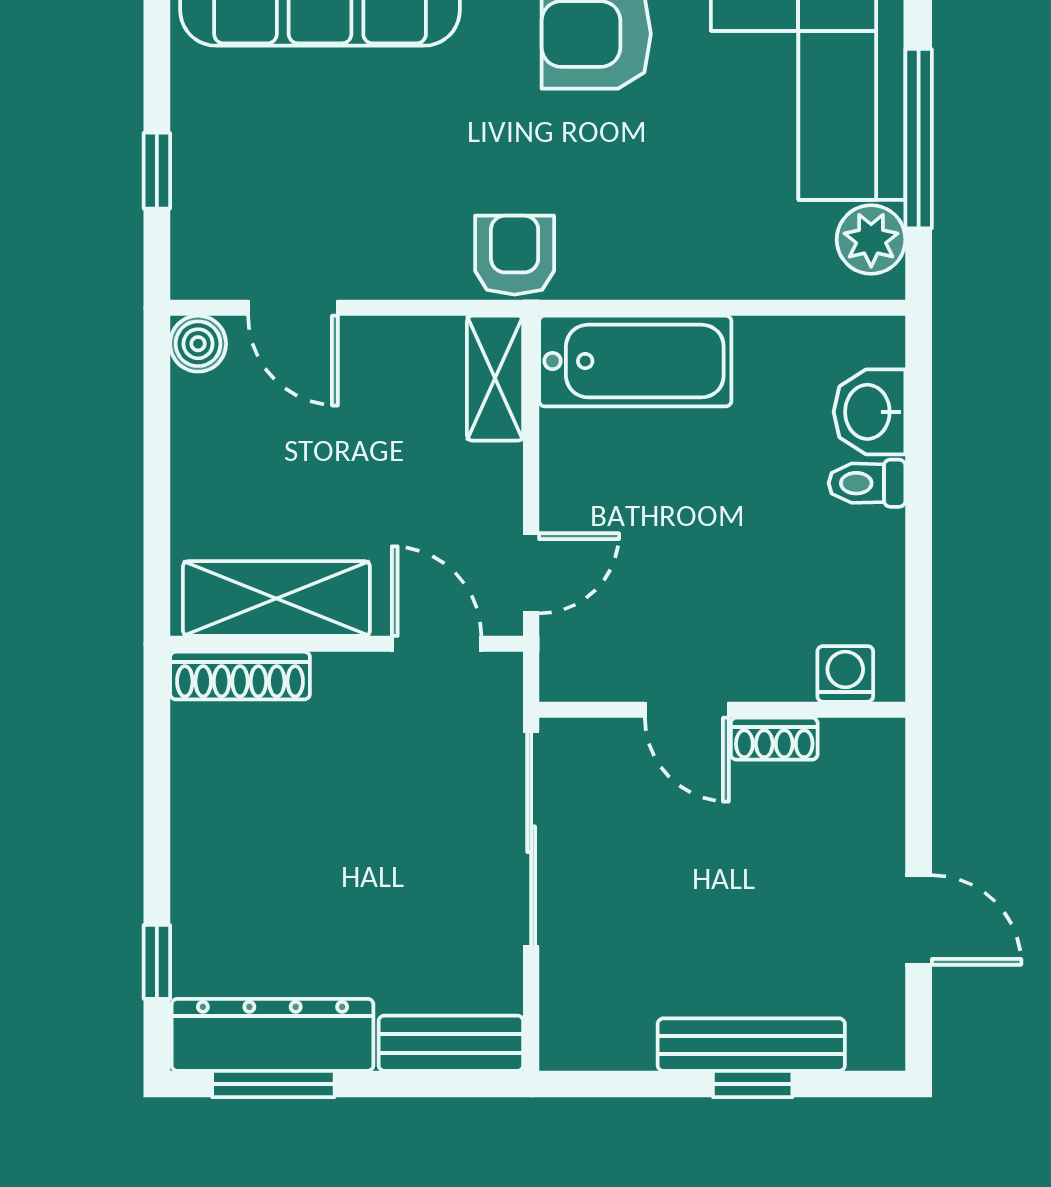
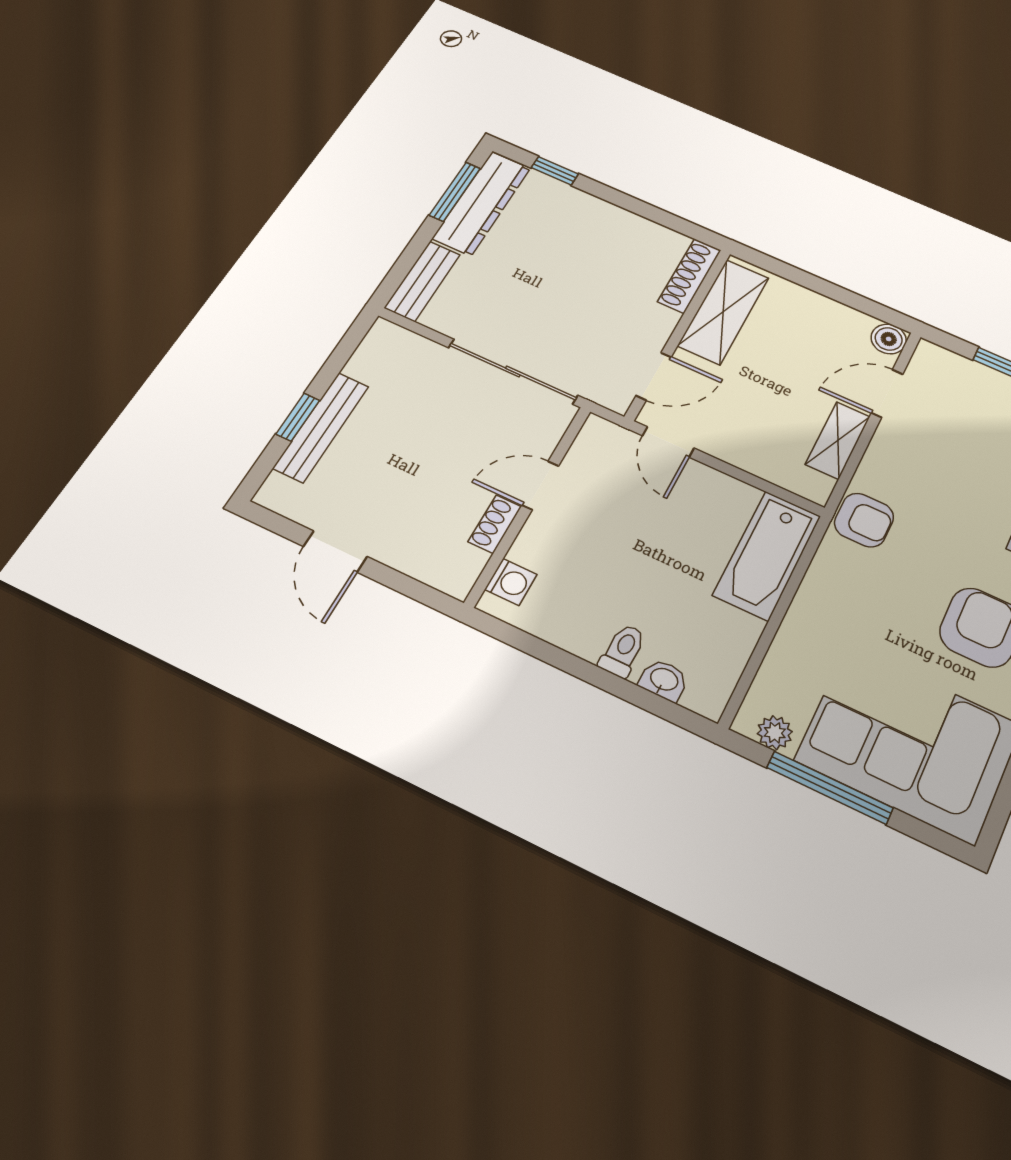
plant: (871, 240) -> (775, 733), width x0.73, depth x0.73
shelving: (495, 378) -> (838, 440), moved, turned 90
washbasin: (870, 412) -> (664, 680), width x0.72, depth x0.69
door: (919, 920) -> (335, 552), hinge flipped

